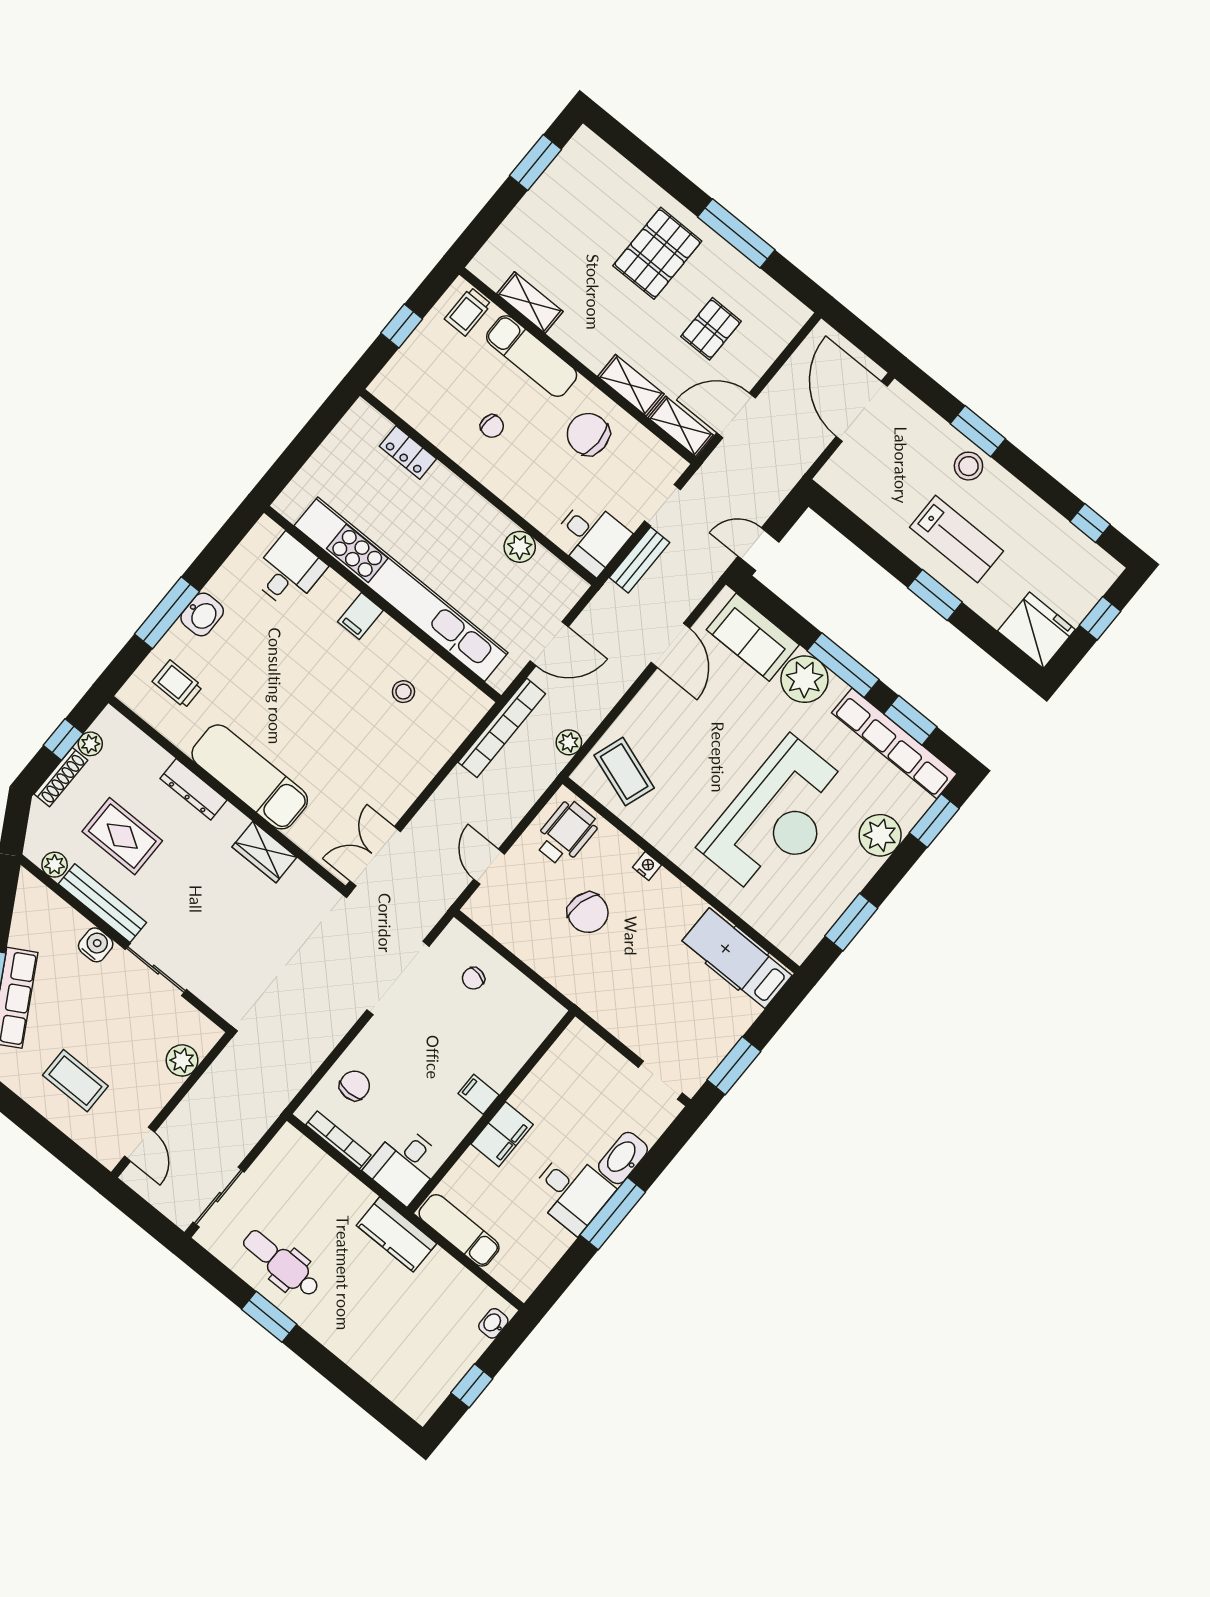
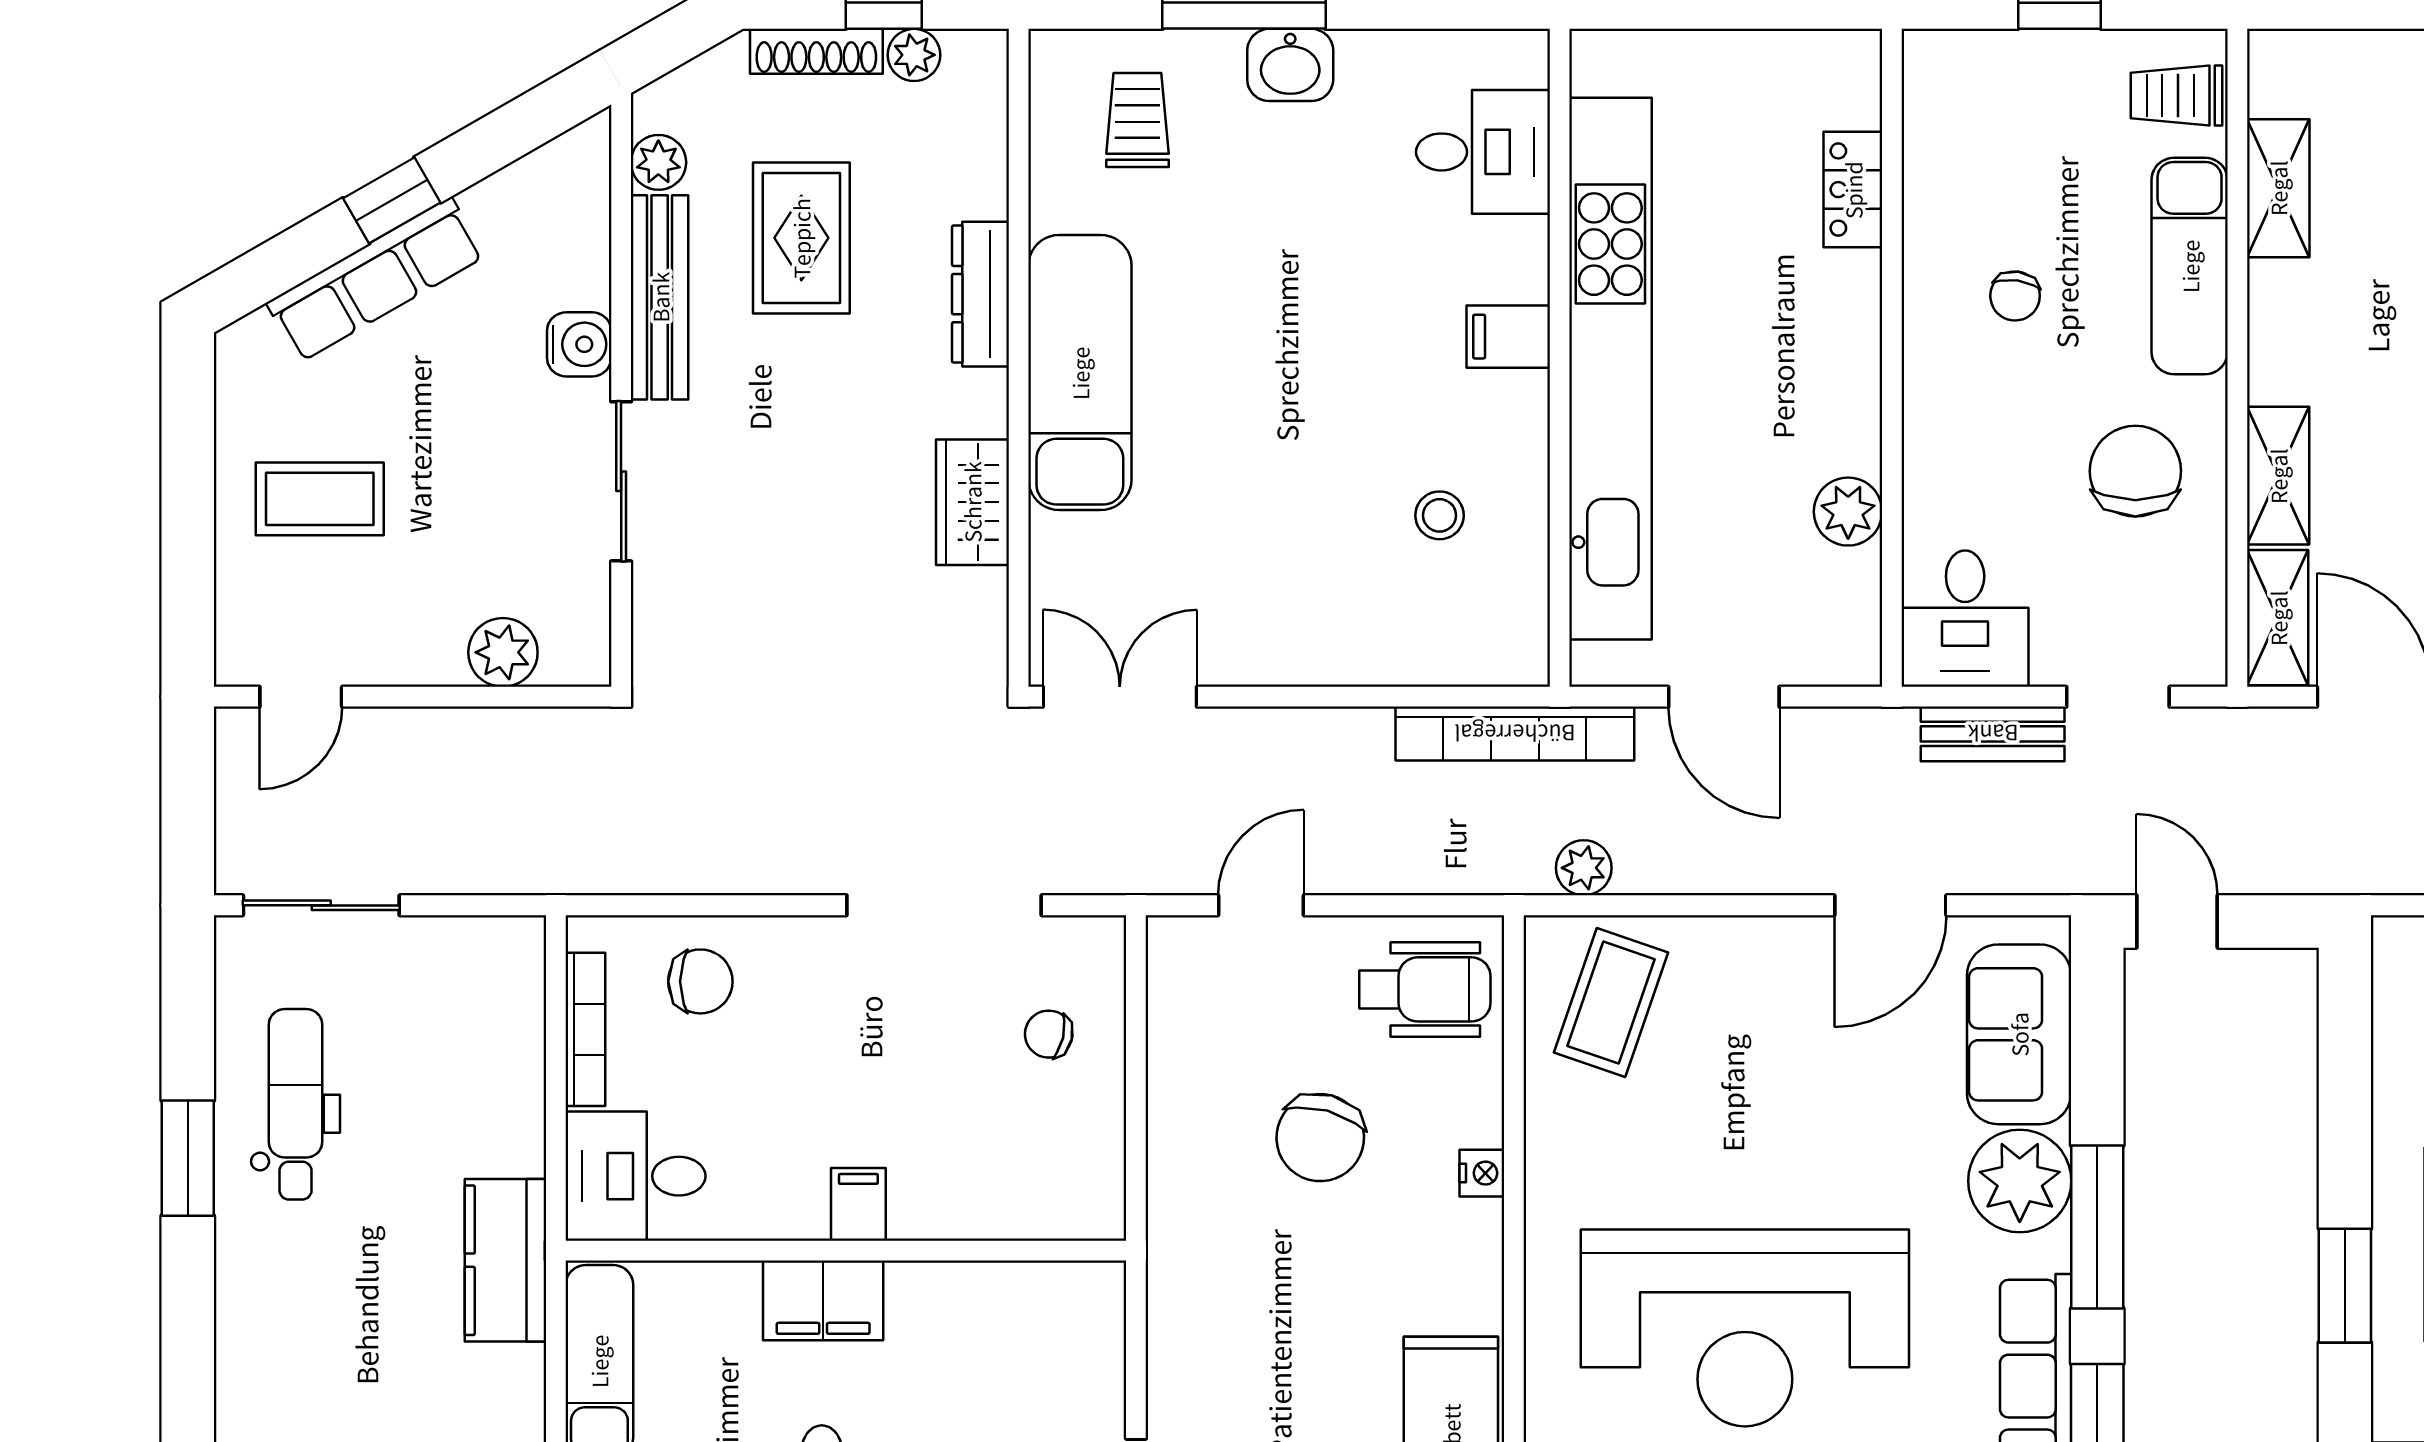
coffee table: (75, 1081) -> (320, 499), turned 90

